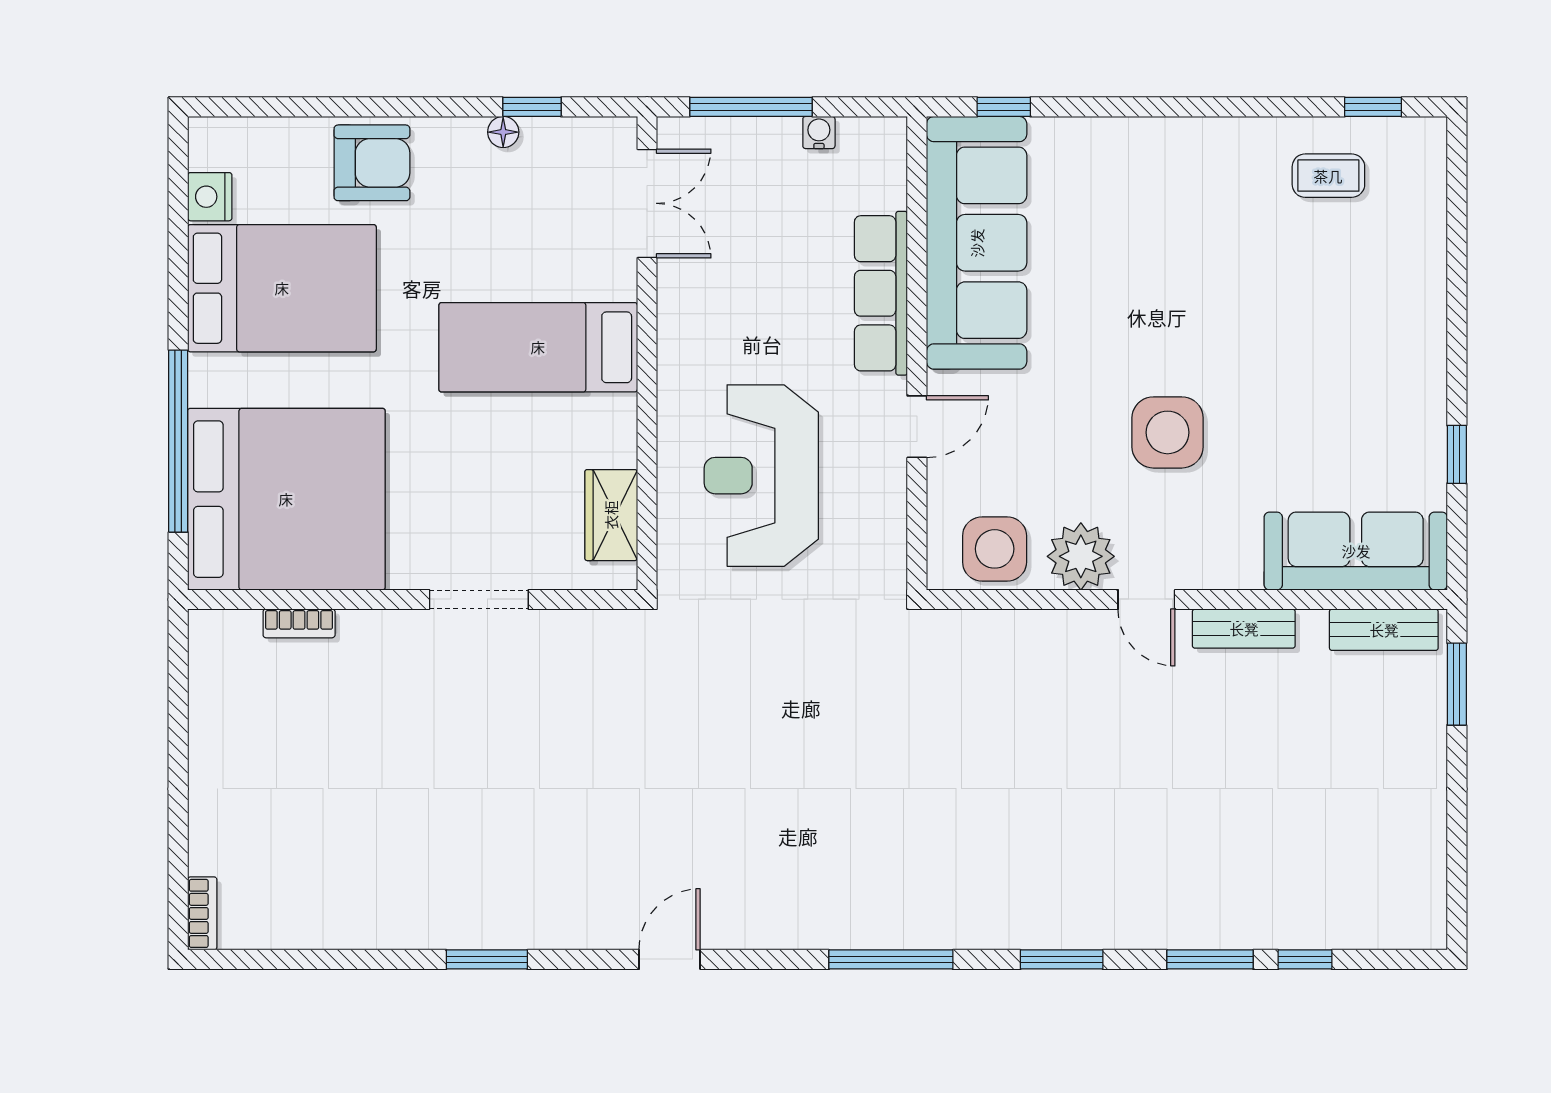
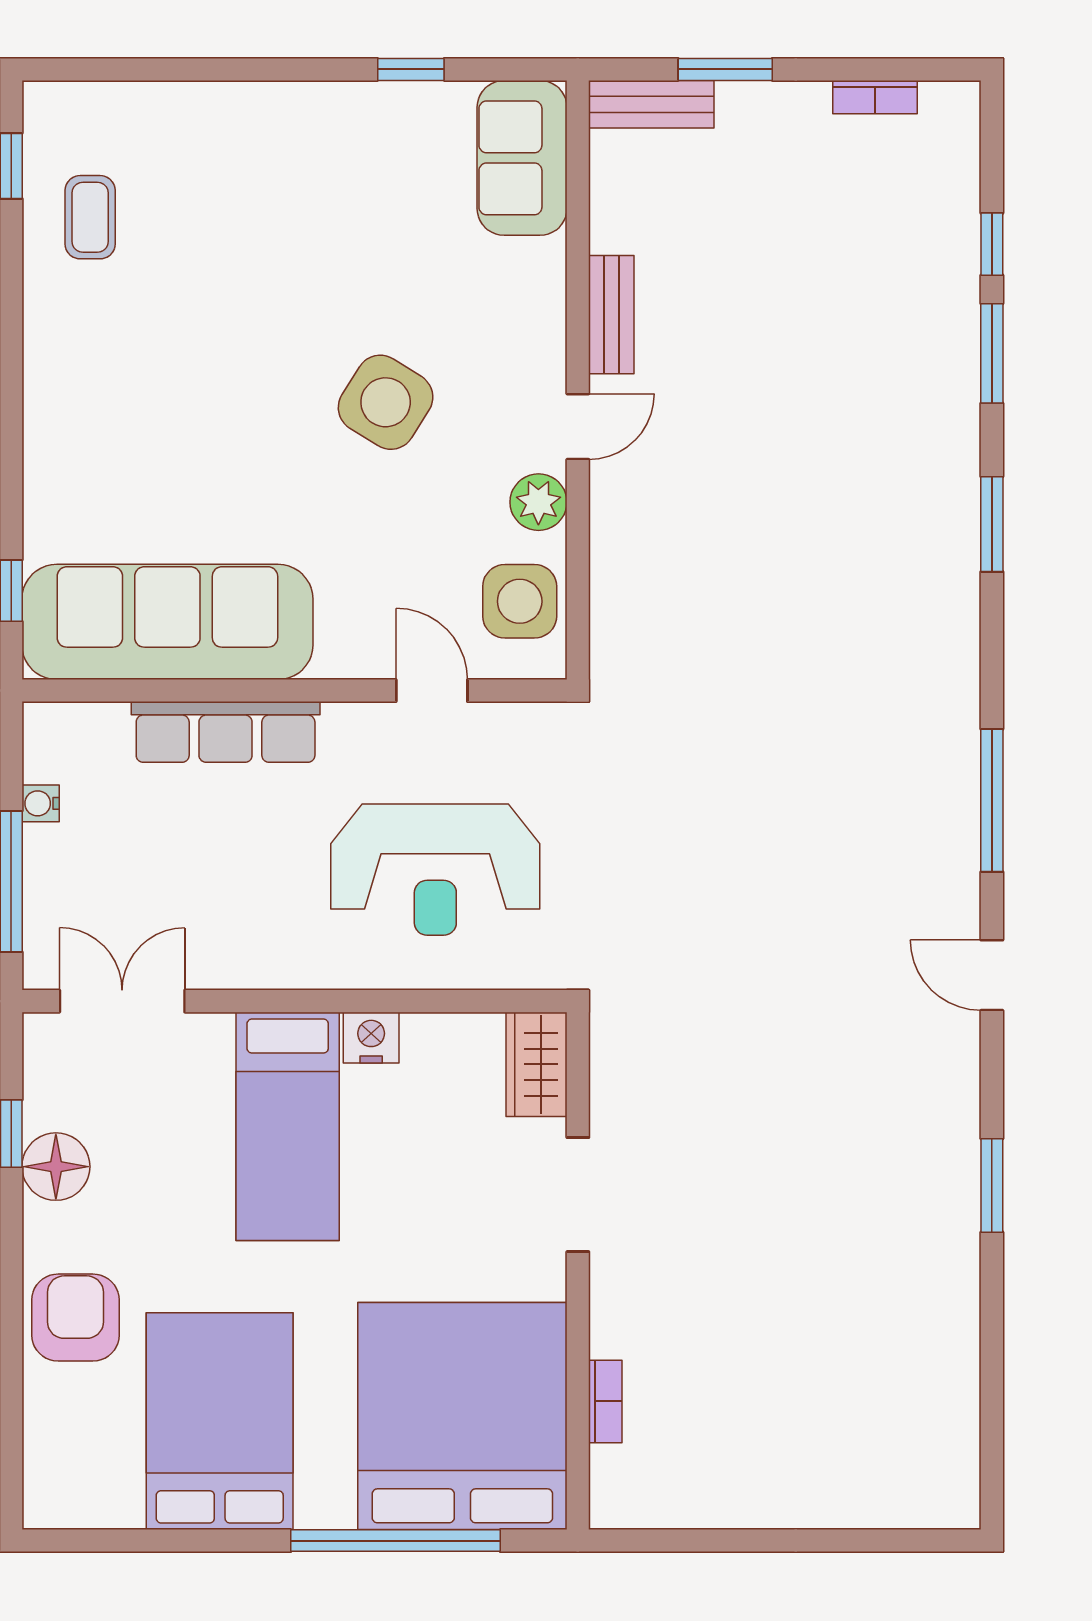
floor lamp: (503, 132) -> (56, 1167), width x1.89, depth x1.89
nightstand: (210, 197) -> (371, 1038), moved, turned 180
door: (917, 427) -> (432, 691), moved
side table: (1168, 432) -> (386, 402), turned 32
wardrobe: (611, 515) -> (537, 1064), moved, turned 90
sofa: (1356, 551) -> (522, 158), width x0.73
plant: (1081, 556) -> (538, 502), width x0.73, depth x0.73
bench: (1384, 630) -> (651, 104), moved, turned 90
window: (1457, 684) -> (725, 69), moved
bookcase: (202, 913) -> (875, 97), moved, turned 180
window: (891, 959) -> (992, 800), moved

